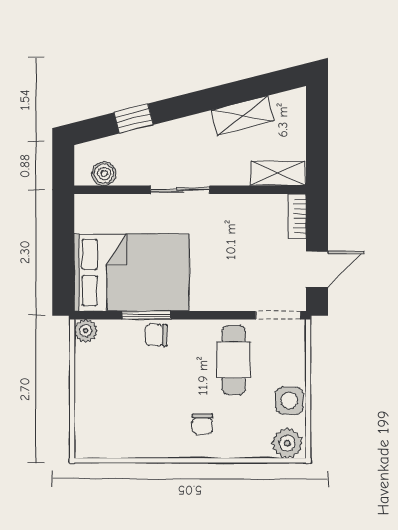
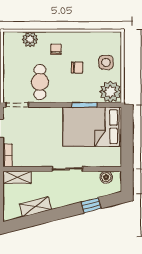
plant: (86, 331) -> (110, 92), width x1.87, depth x1.87
chair: (156, 335) -> (77, 68), moved
side table: (289, 401) -> (106, 62), moved
plant: (287, 443) -> (30, 39), moved

